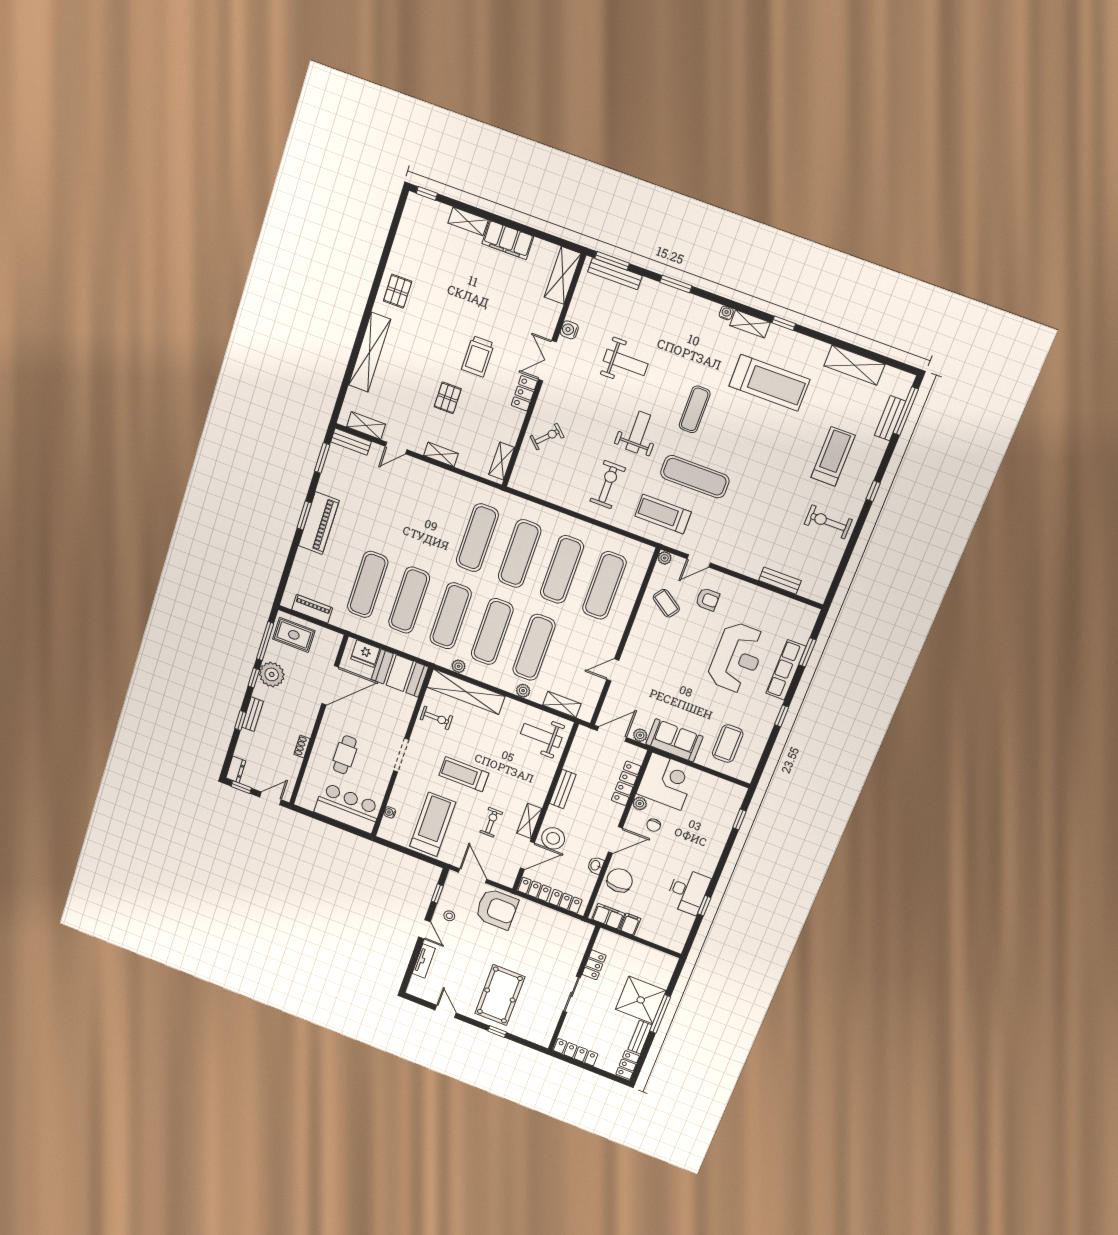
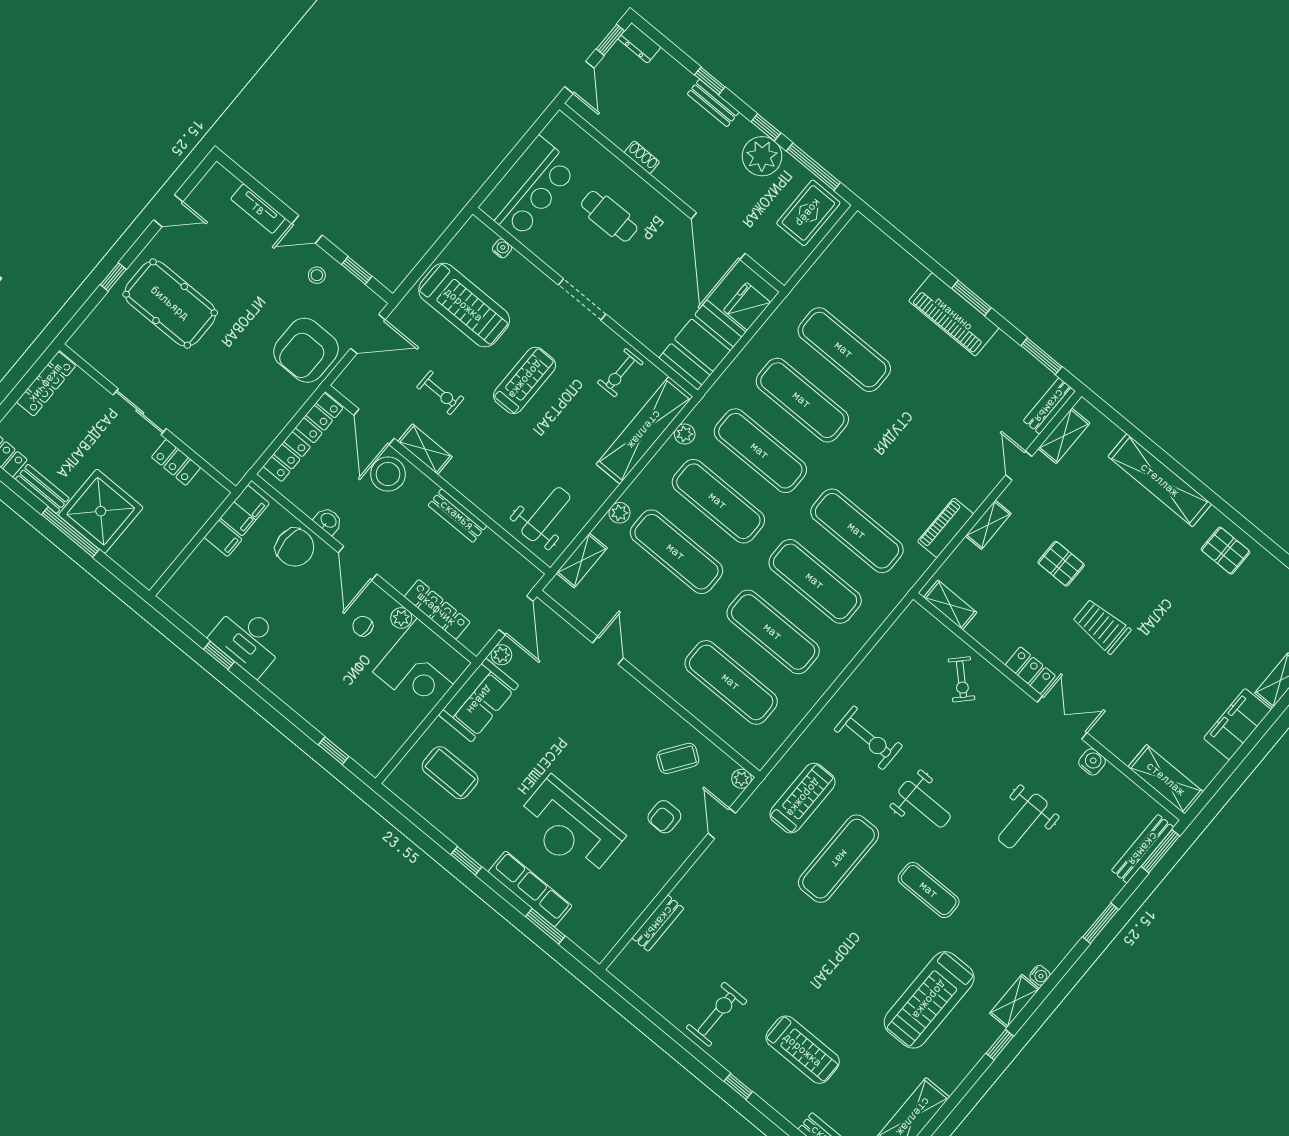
piano: (312, 609) -> (946, 528), moved, turned 180

